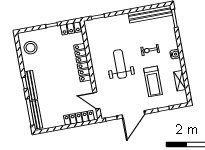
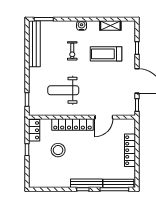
stool: (31, 48) -> (58, 150), moved
weight bench: (120, 64) -> (63, 90), moved
treadmill: (153, 81) -> (106, 54), turned 180
door: (96, 101) -> (104, 117), moved
locker: (79, 118) -> (130, 150), moved

